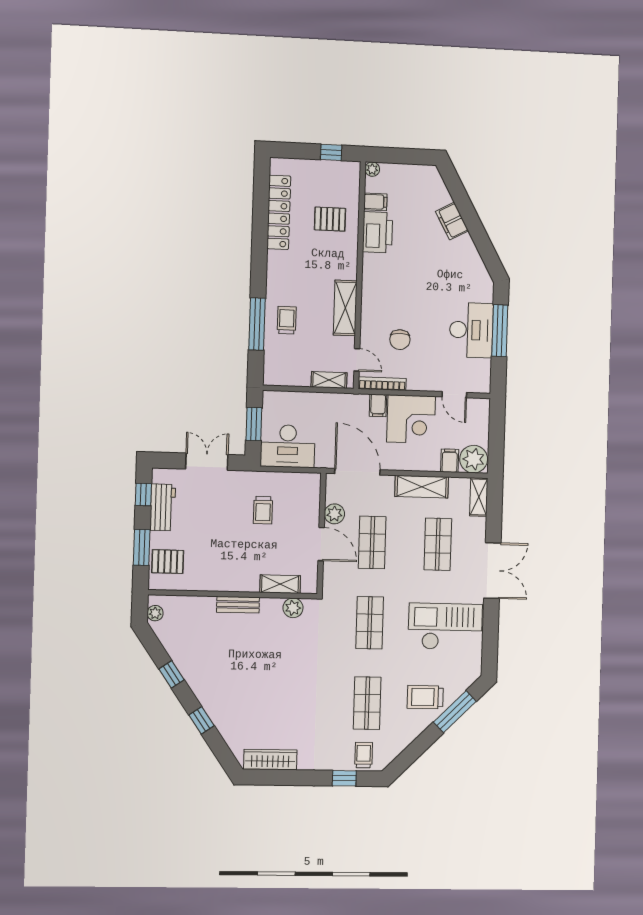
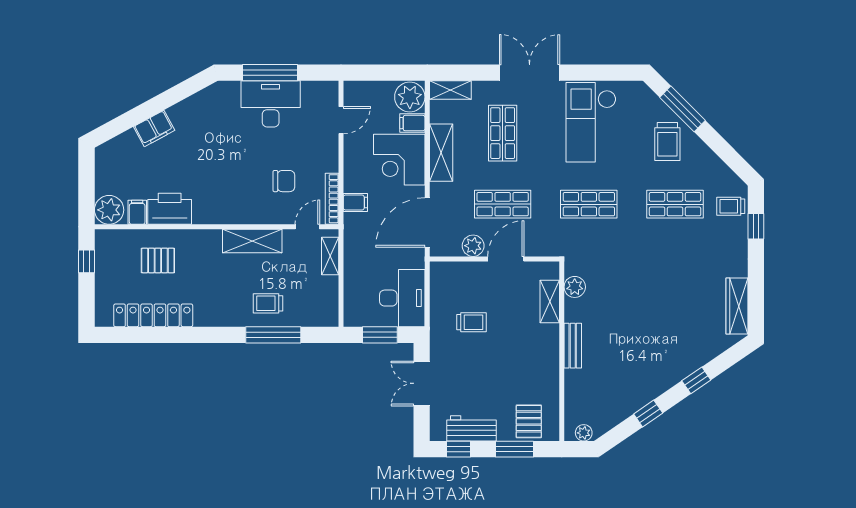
plant: (372, 169) -> (109, 210), width x1.87, depth x1.87
pallet: (330, 219) -> (158, 260), turned 90
corner desk: (411, 419) -> (399, 160), moved, turned 180
shop shelf: (438, 544) -> (503, 133), turned 90

